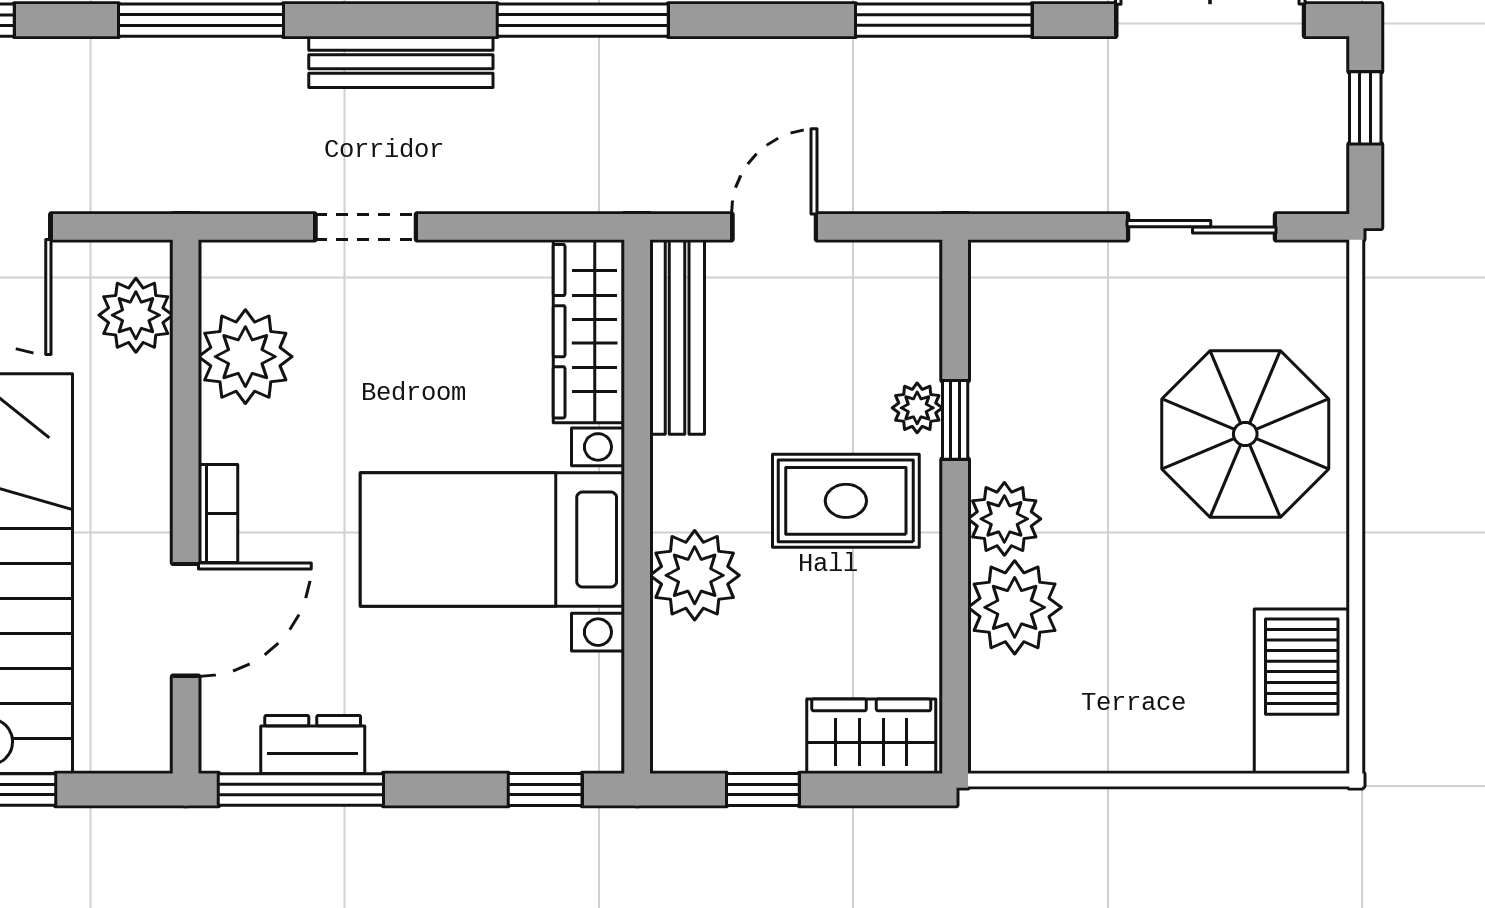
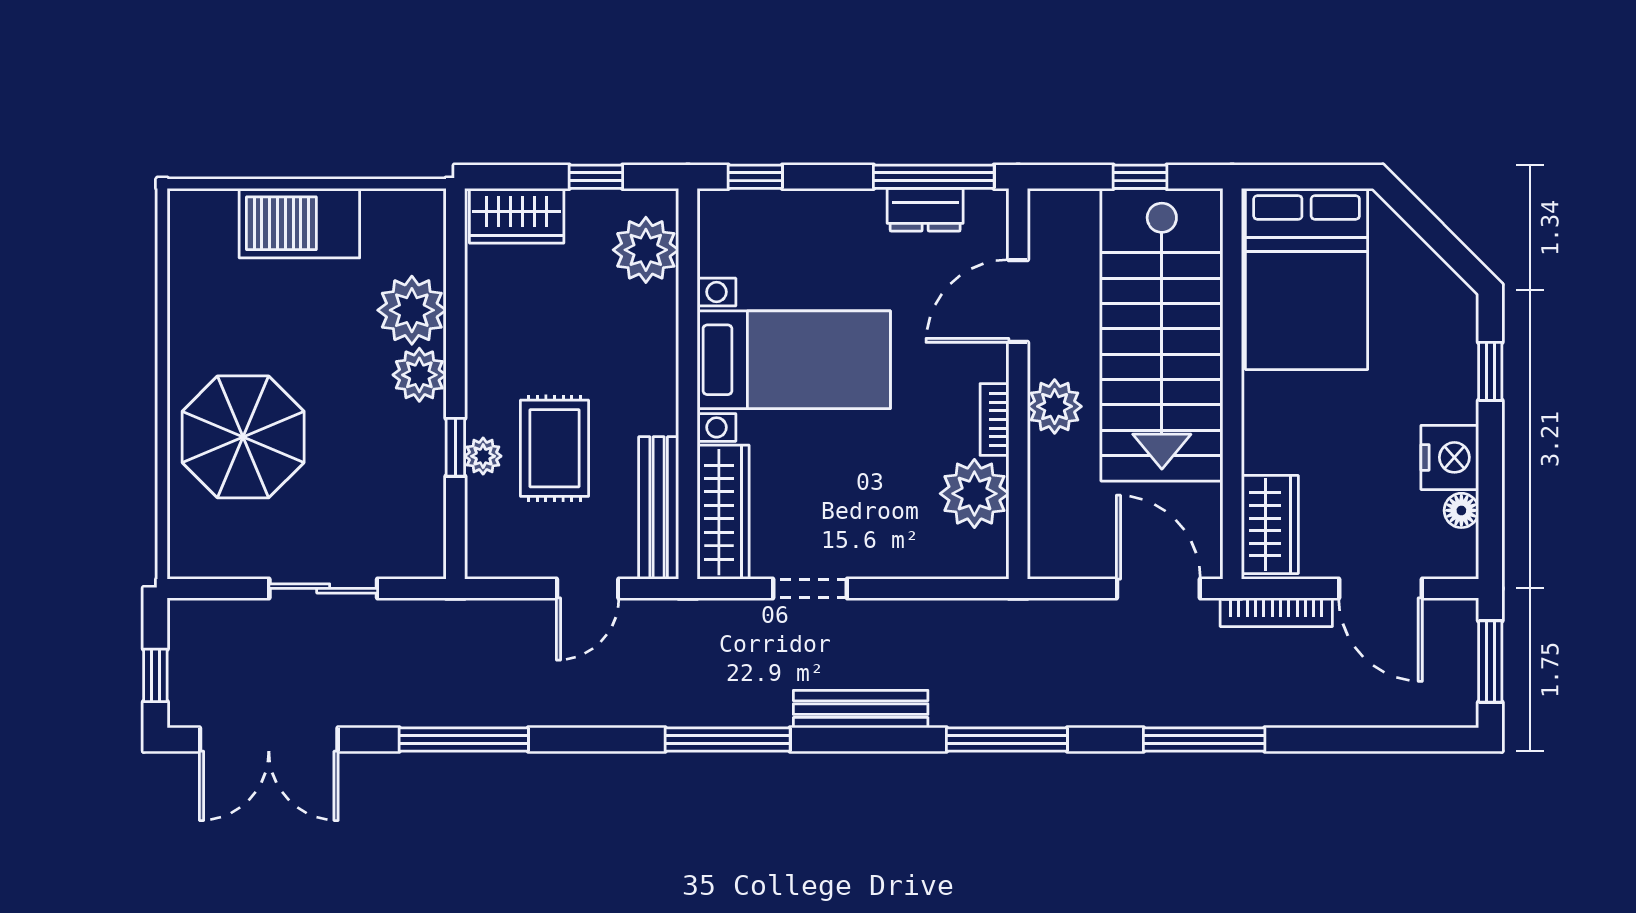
doorway: (366, 227) -> (810, 588), moved
sliding door: (1202, 227) -> (323, 588), moved
plant: (136, 315) -> (1055, 406), moved
rug: (846, 501) -> (555, 448), moved, turned 90
bookcase: (218, 514) -> (994, 419), moved
plant: (695, 575) -> (646, 250), moved
barbecue: (1302, 691) -> (299, 223), moved, turned 90

